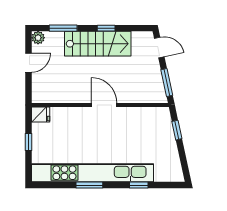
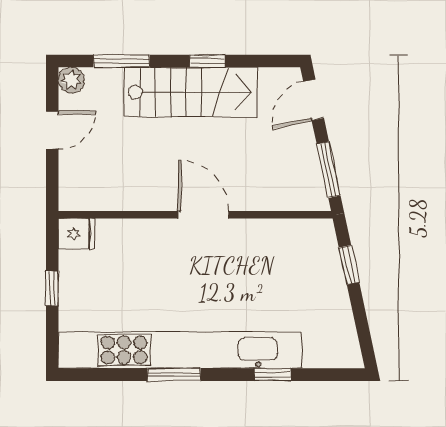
door: (159, 48) -> (314, 100), swing flipped

